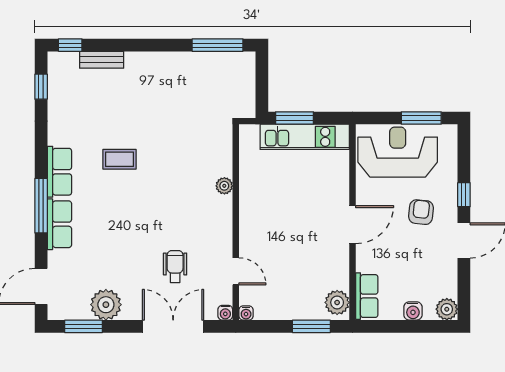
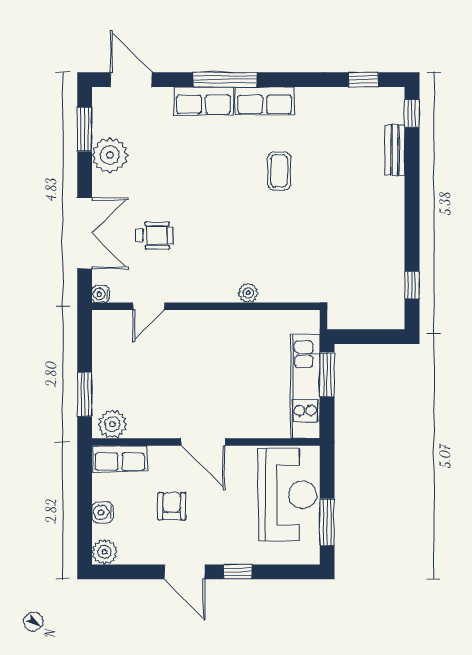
window: (218, 45) -> (412, 285), width x0.46
armchair: (421, 212) -> (172, 506), moved, turned -96
water cooler: (246, 313) -> (100, 318), removed

